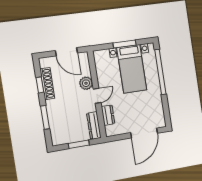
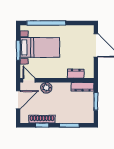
door: (97, 96) -> (29, 80), moved

